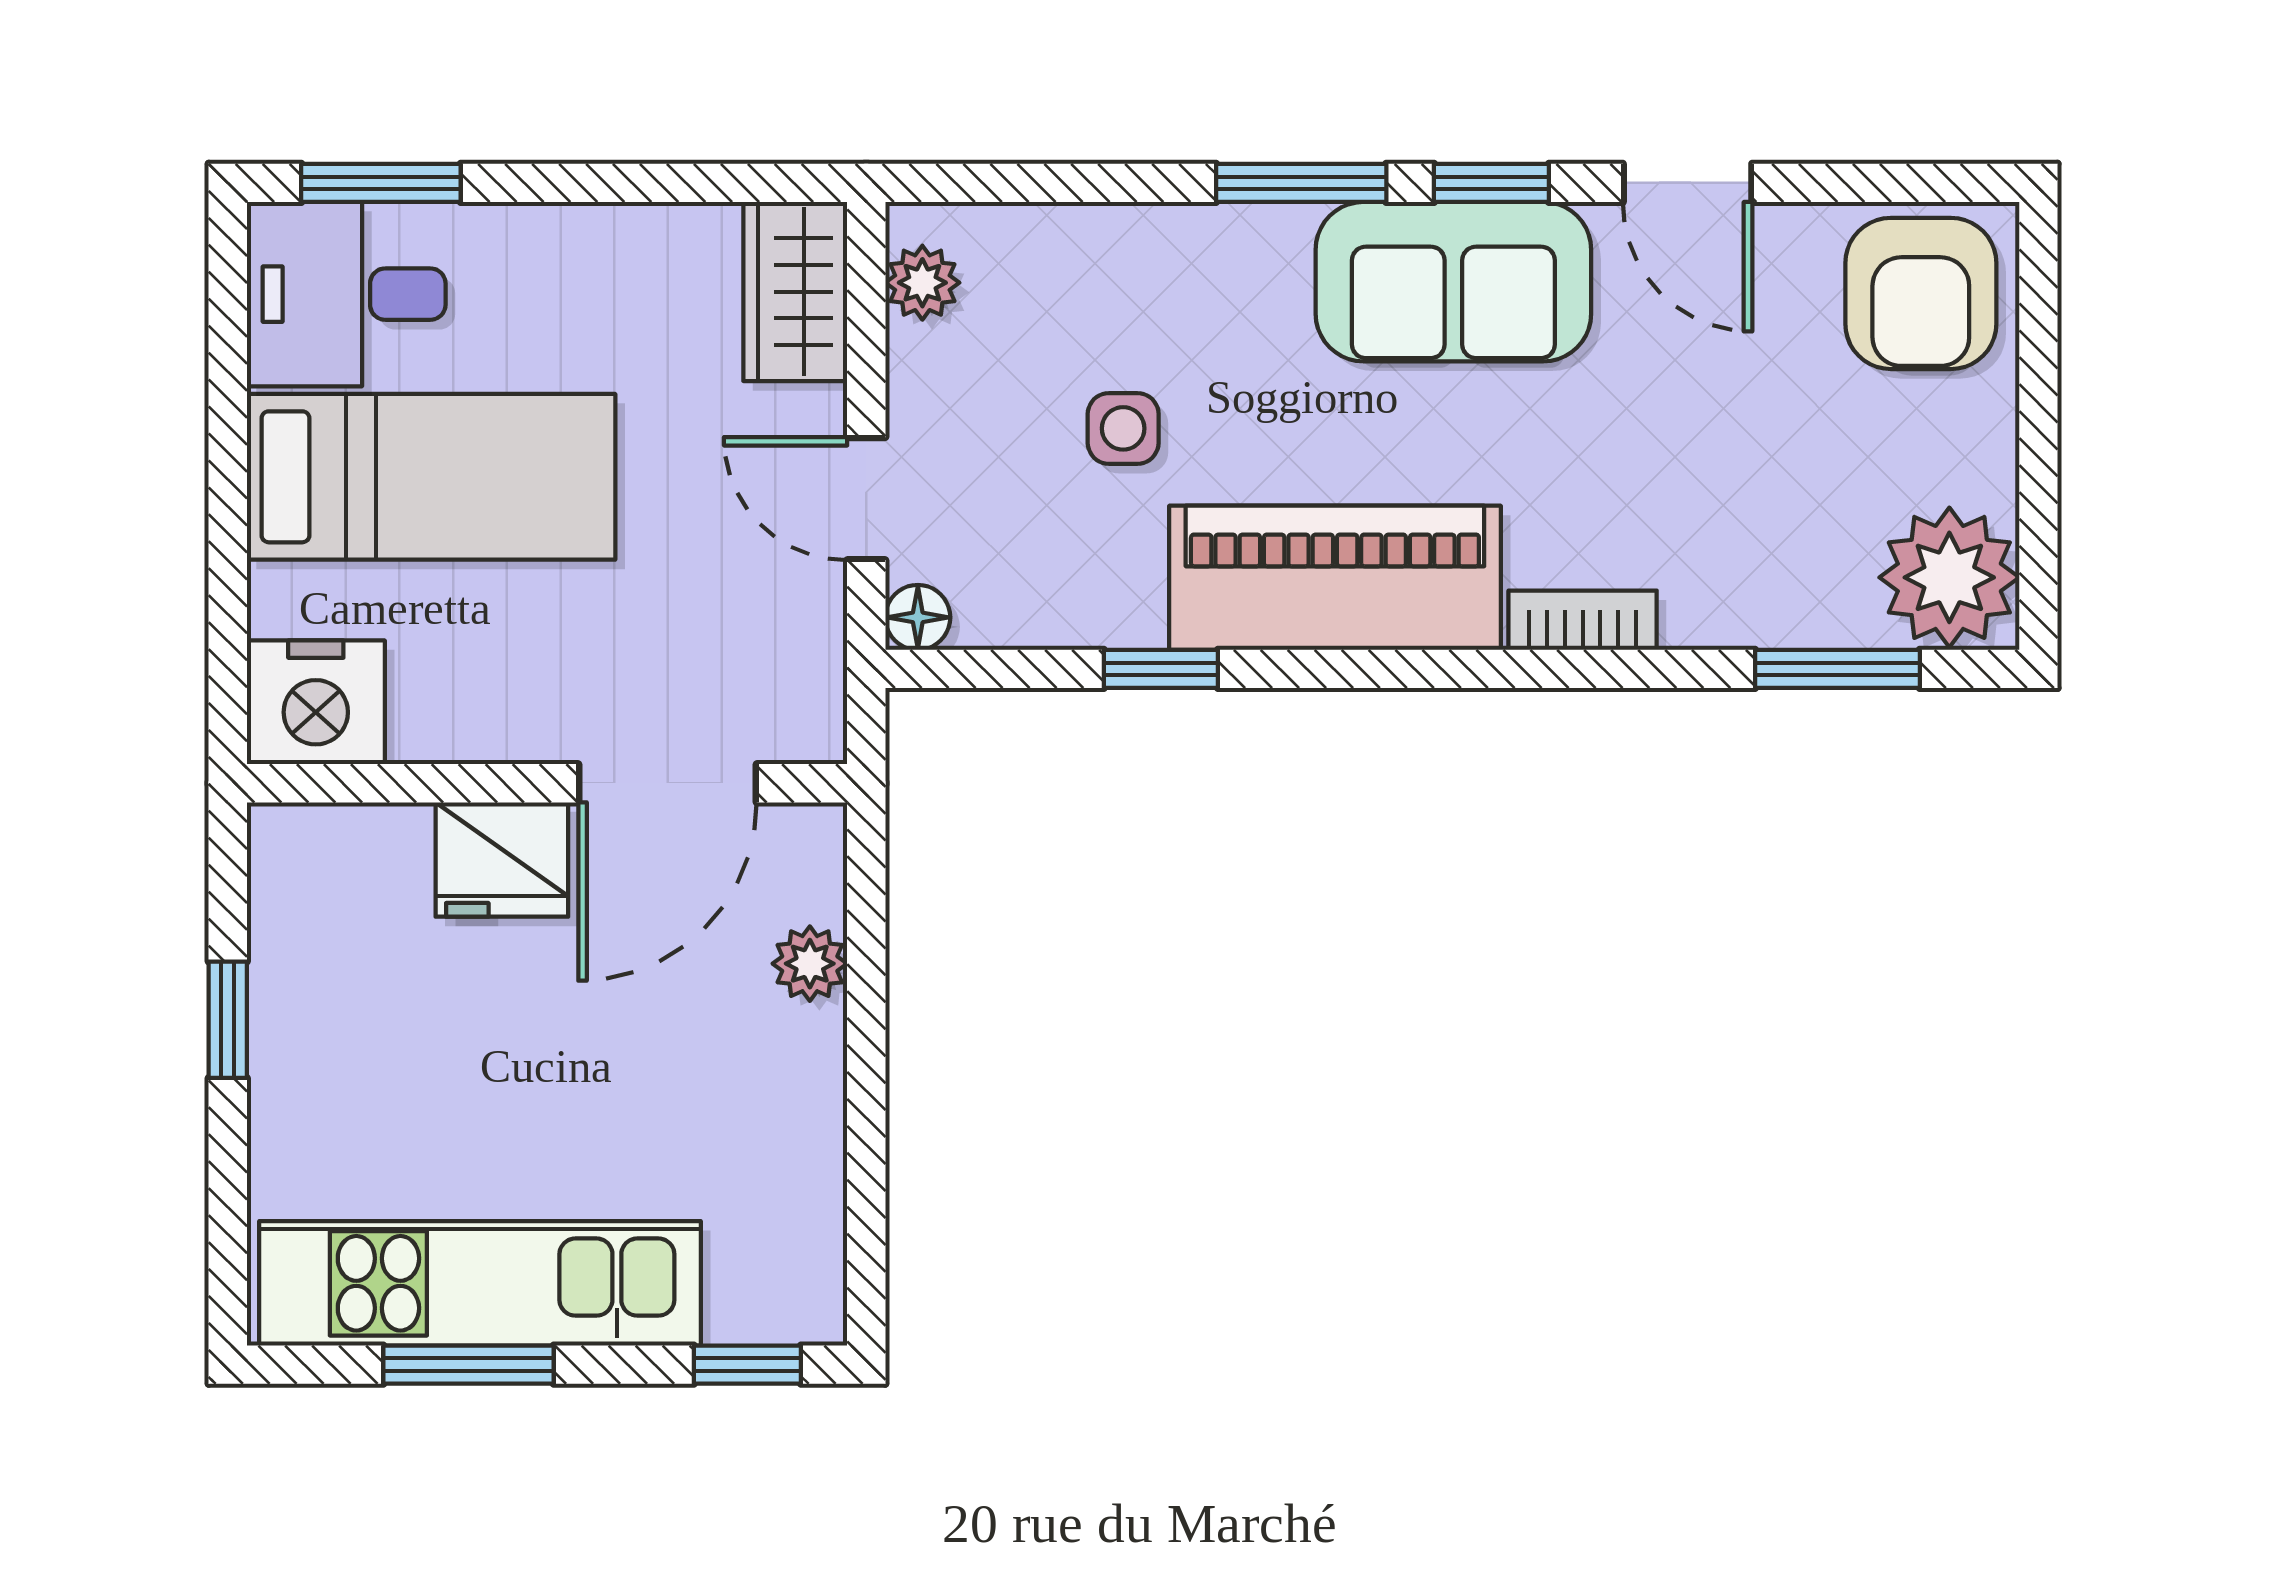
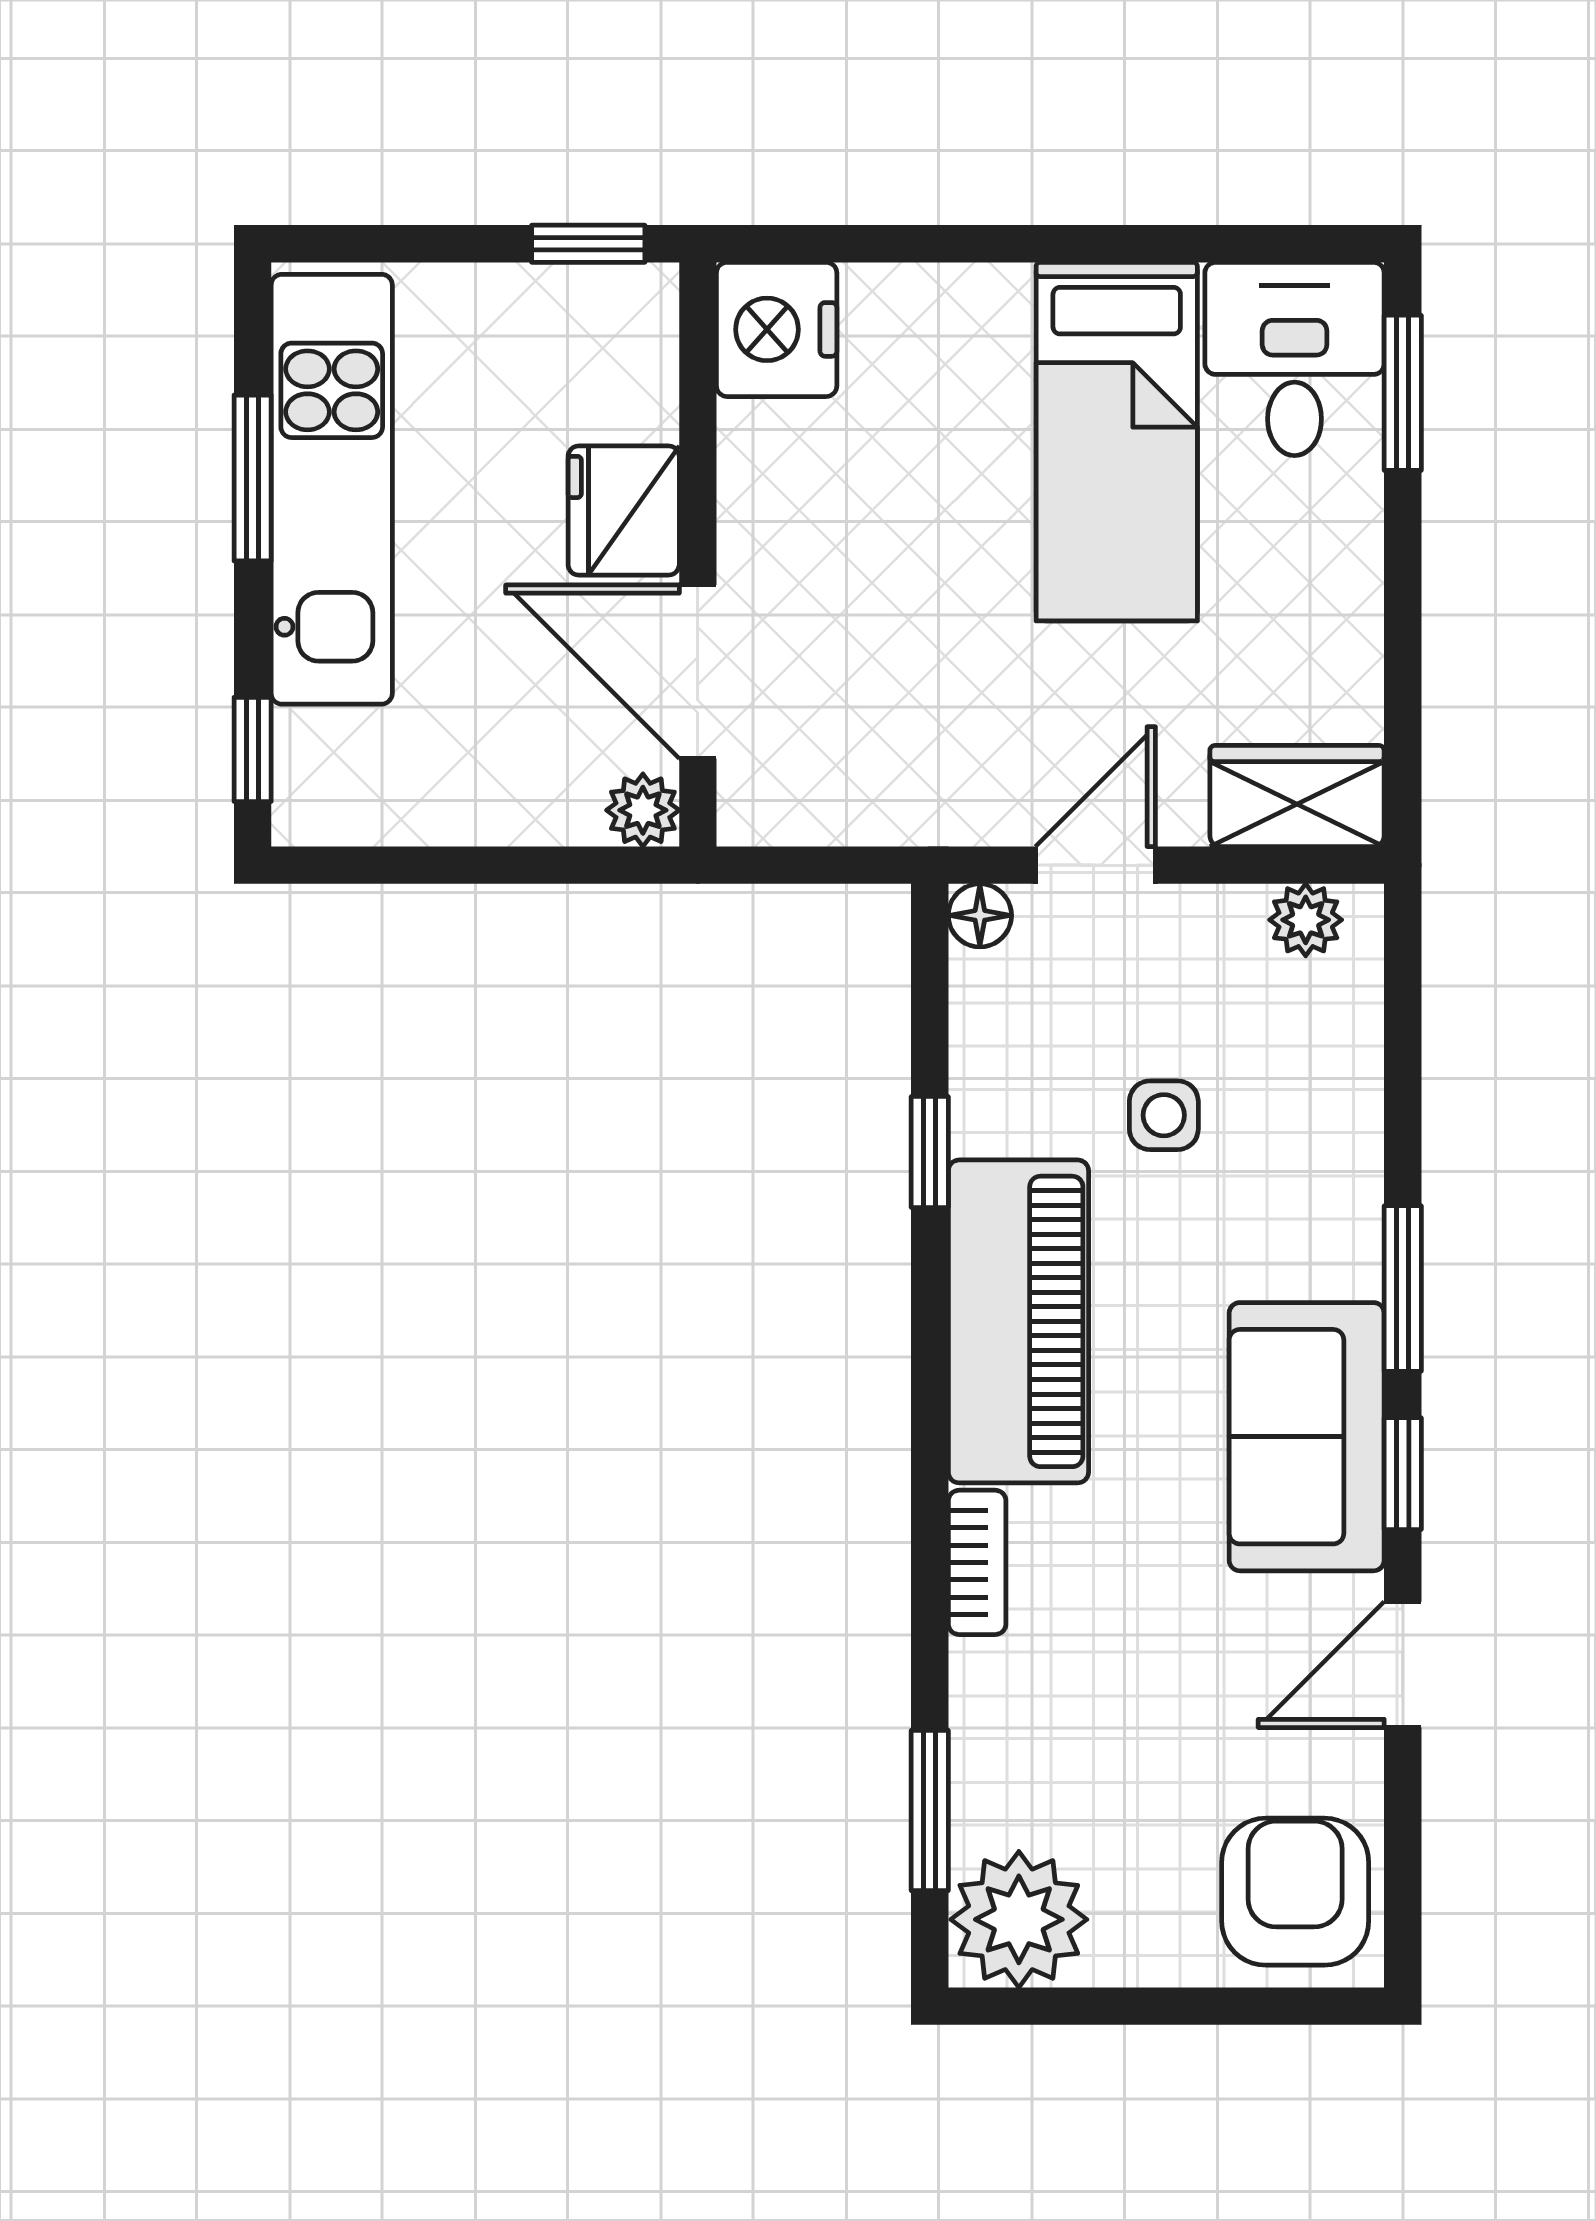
armchair: (1921, 293) -> (1295, 1892), turned 90
nightstand: (316, 702) -> (777, 329), moved
wall: (547, 783) -> (698, 554), moved
door: (667, 783) -> (698, 672), moved
fridge: (502, 859) -> (624, 511), moved

